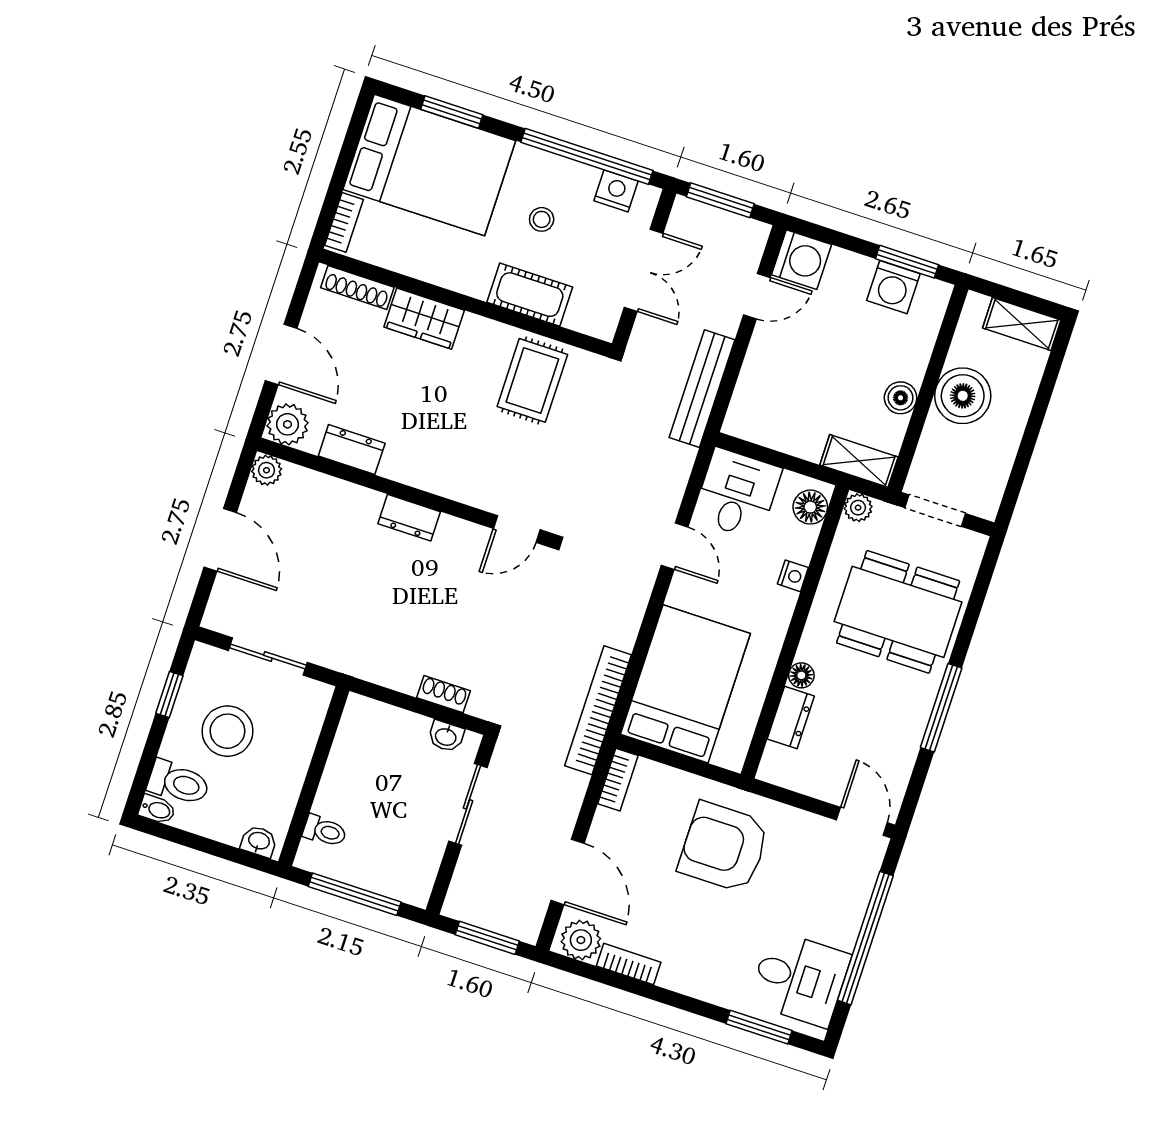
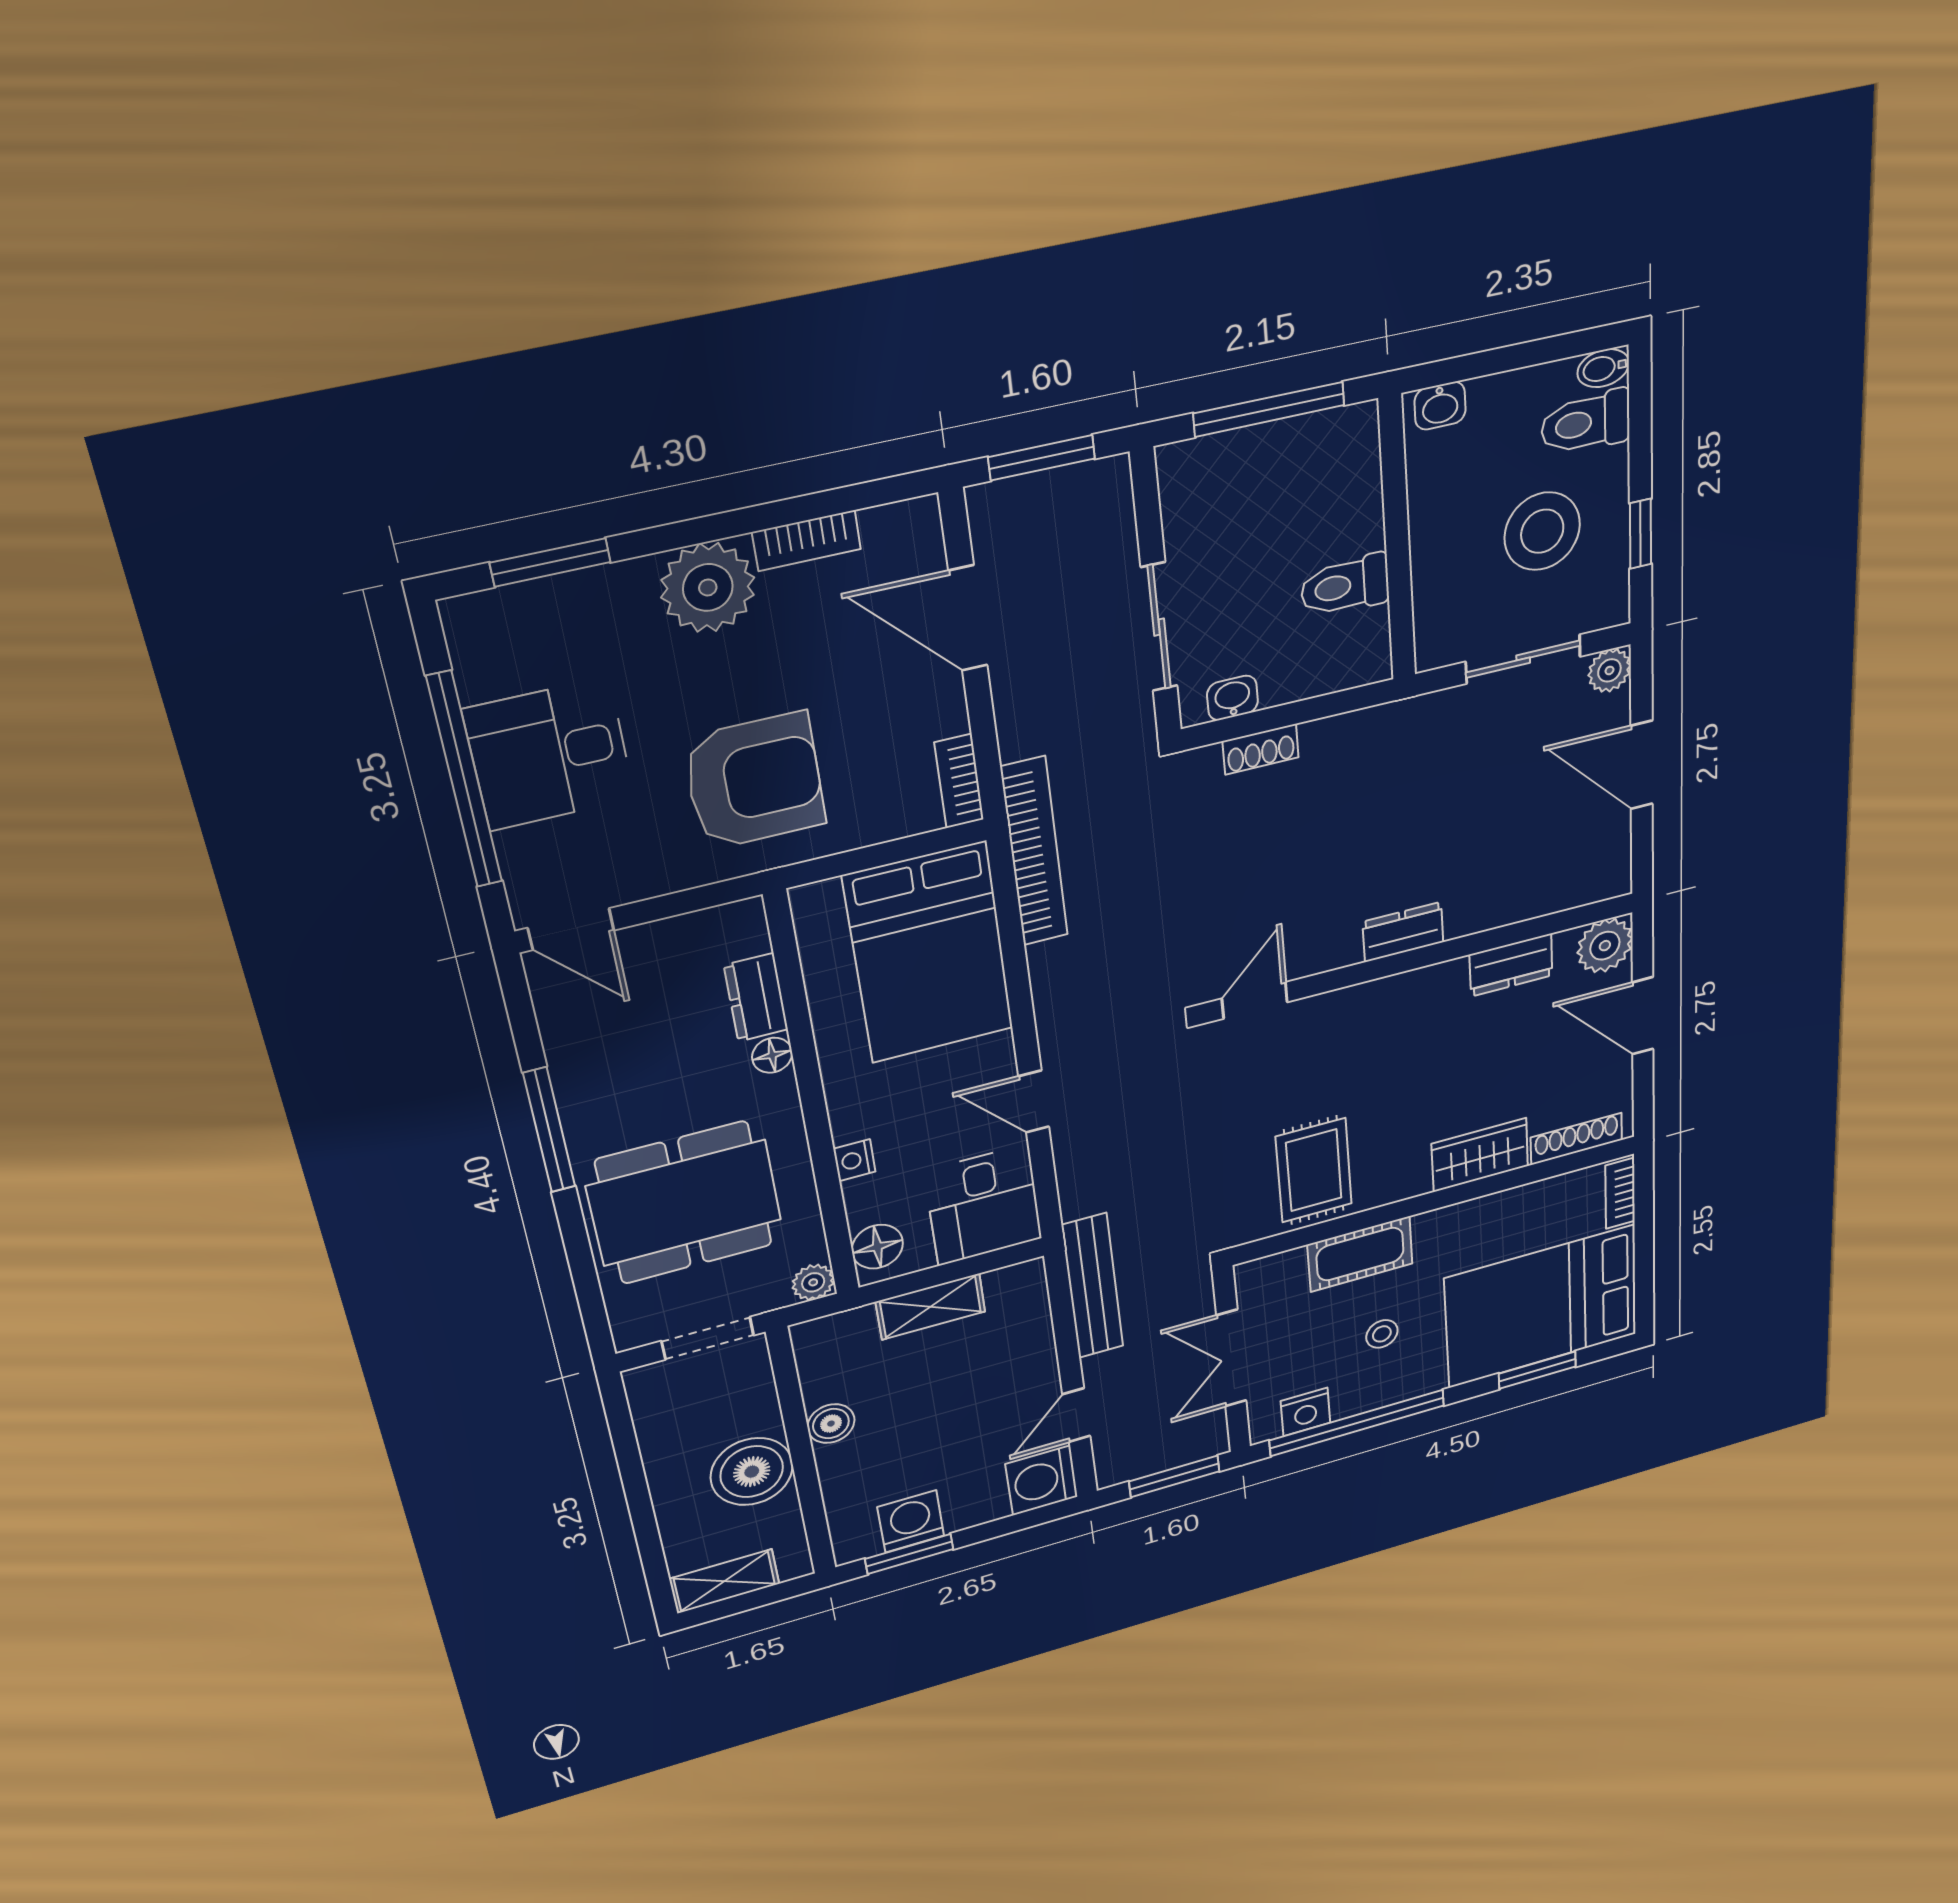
shelving: (859, 461) -> (931, 1307), moved
plant: (267, 470) -> (1609, 670), moved
toilet: (325, 831) -> (1345, 586), moved, width x1.37, depth x1.39
plant: (581, 940) -> (708, 587), moved, width x1.36, depth x1.36
desk: (800, 979) -> (549, 754), moved

